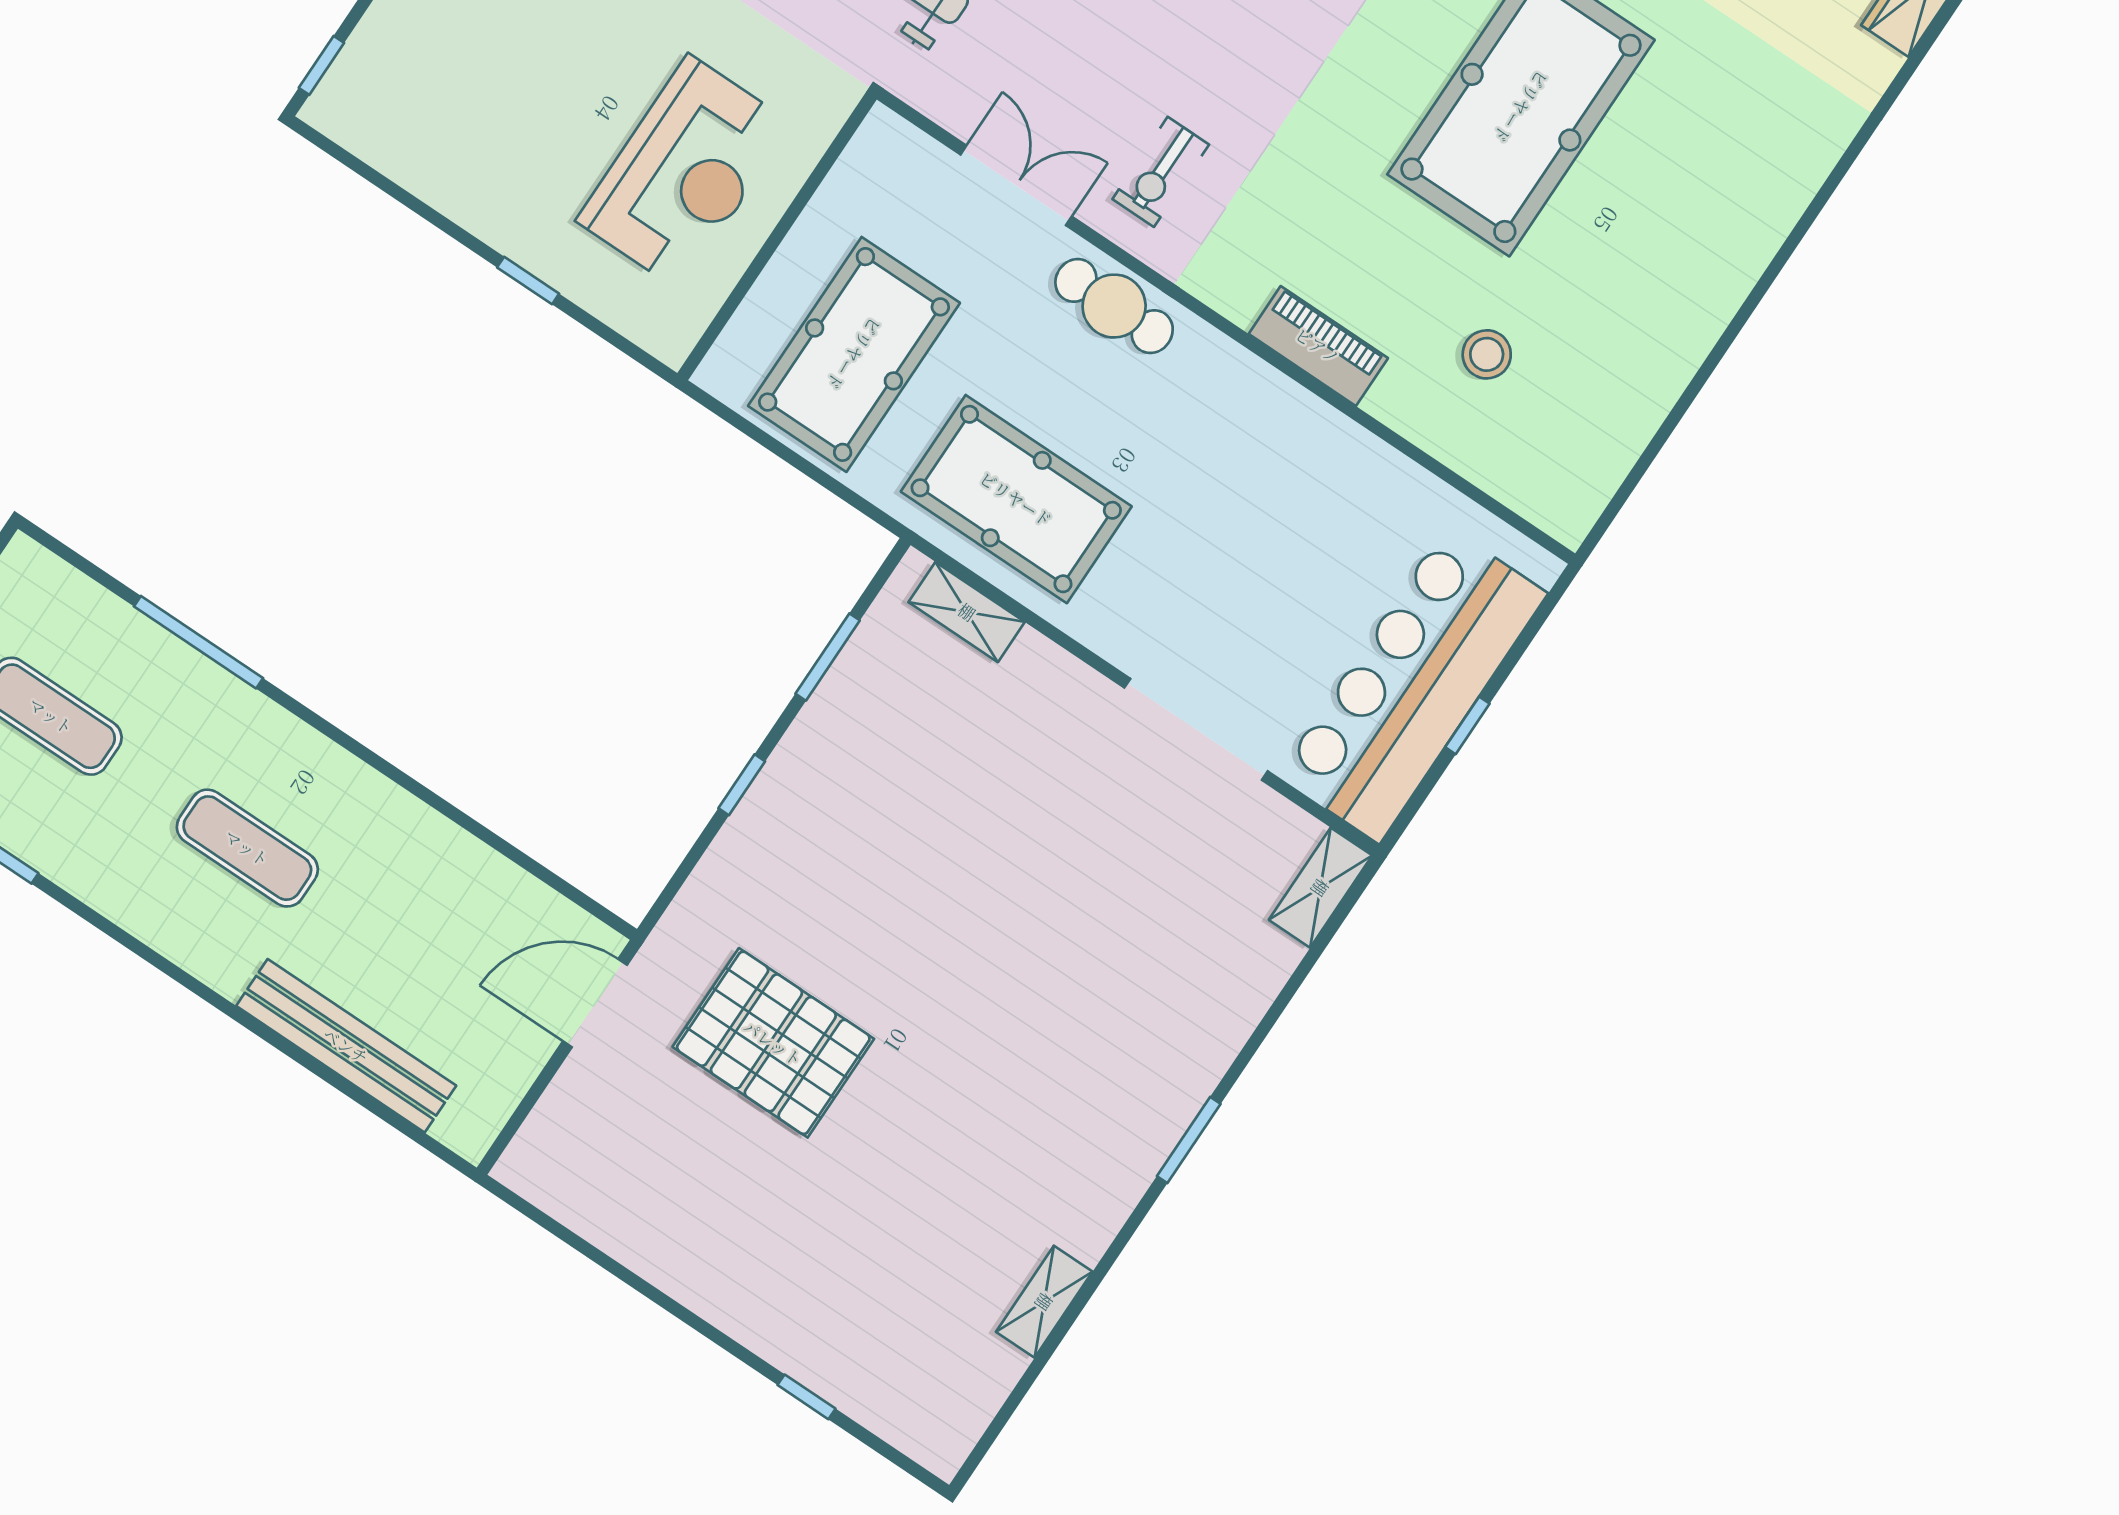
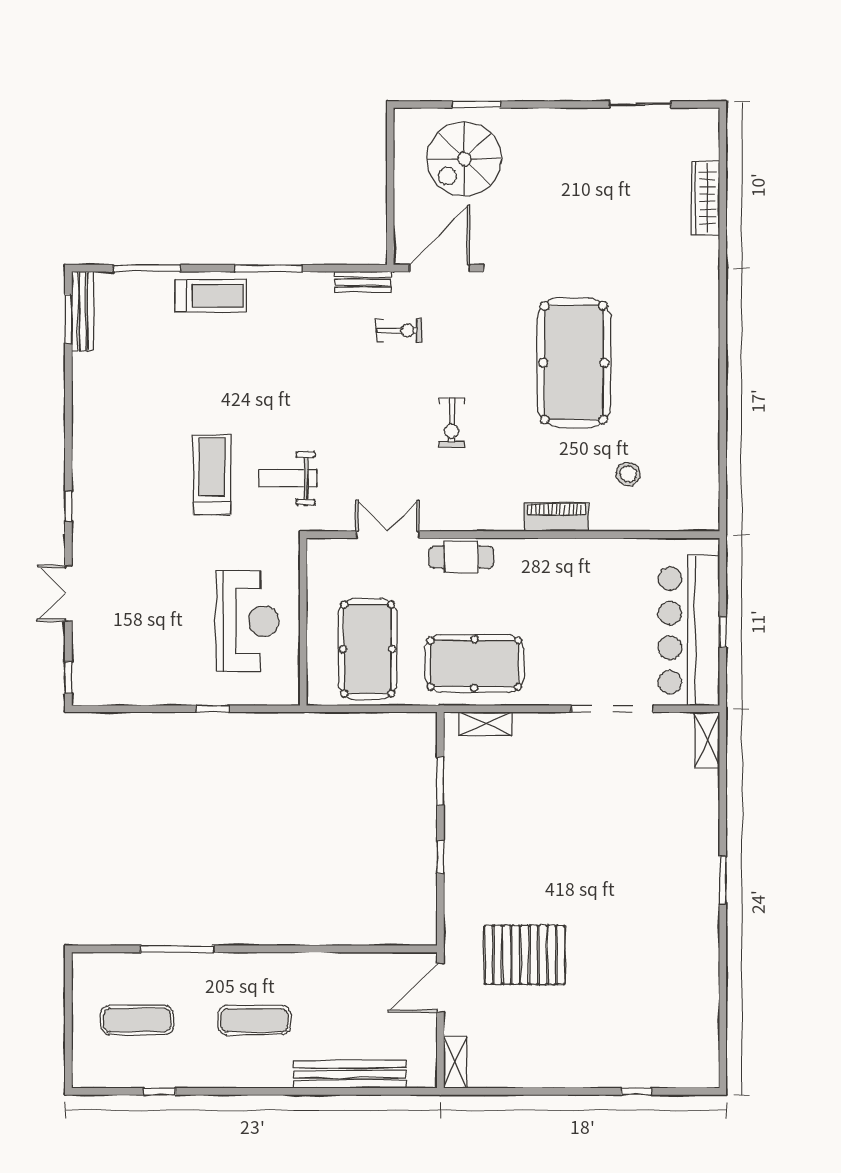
exercise bike: (1161, 172) -> (452, 422), moved
shelving: (1044, 1302) -> (455, 1062), moved

